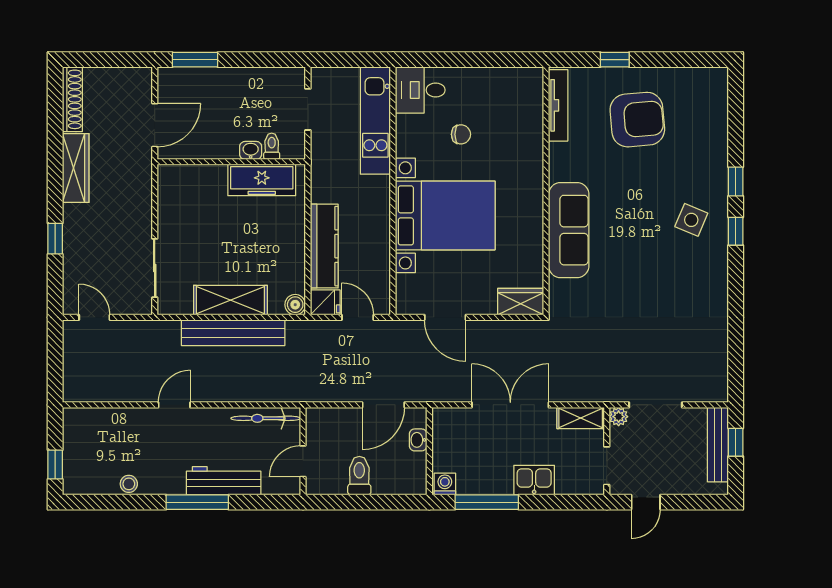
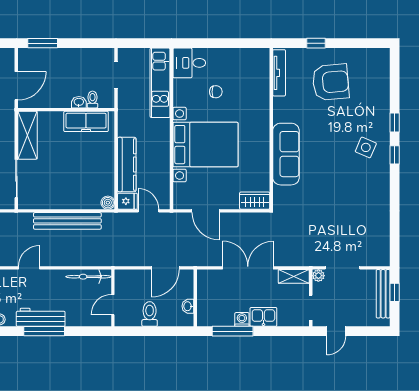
shelving: (230, 300) -> (28, 135), moved, turned 90
washbasin: (418, 440) -> (188, 306), moved
workbench: (224, 481) -> (41, 317), moved
washing machine: (445, 484) -> (242, 319), moved

